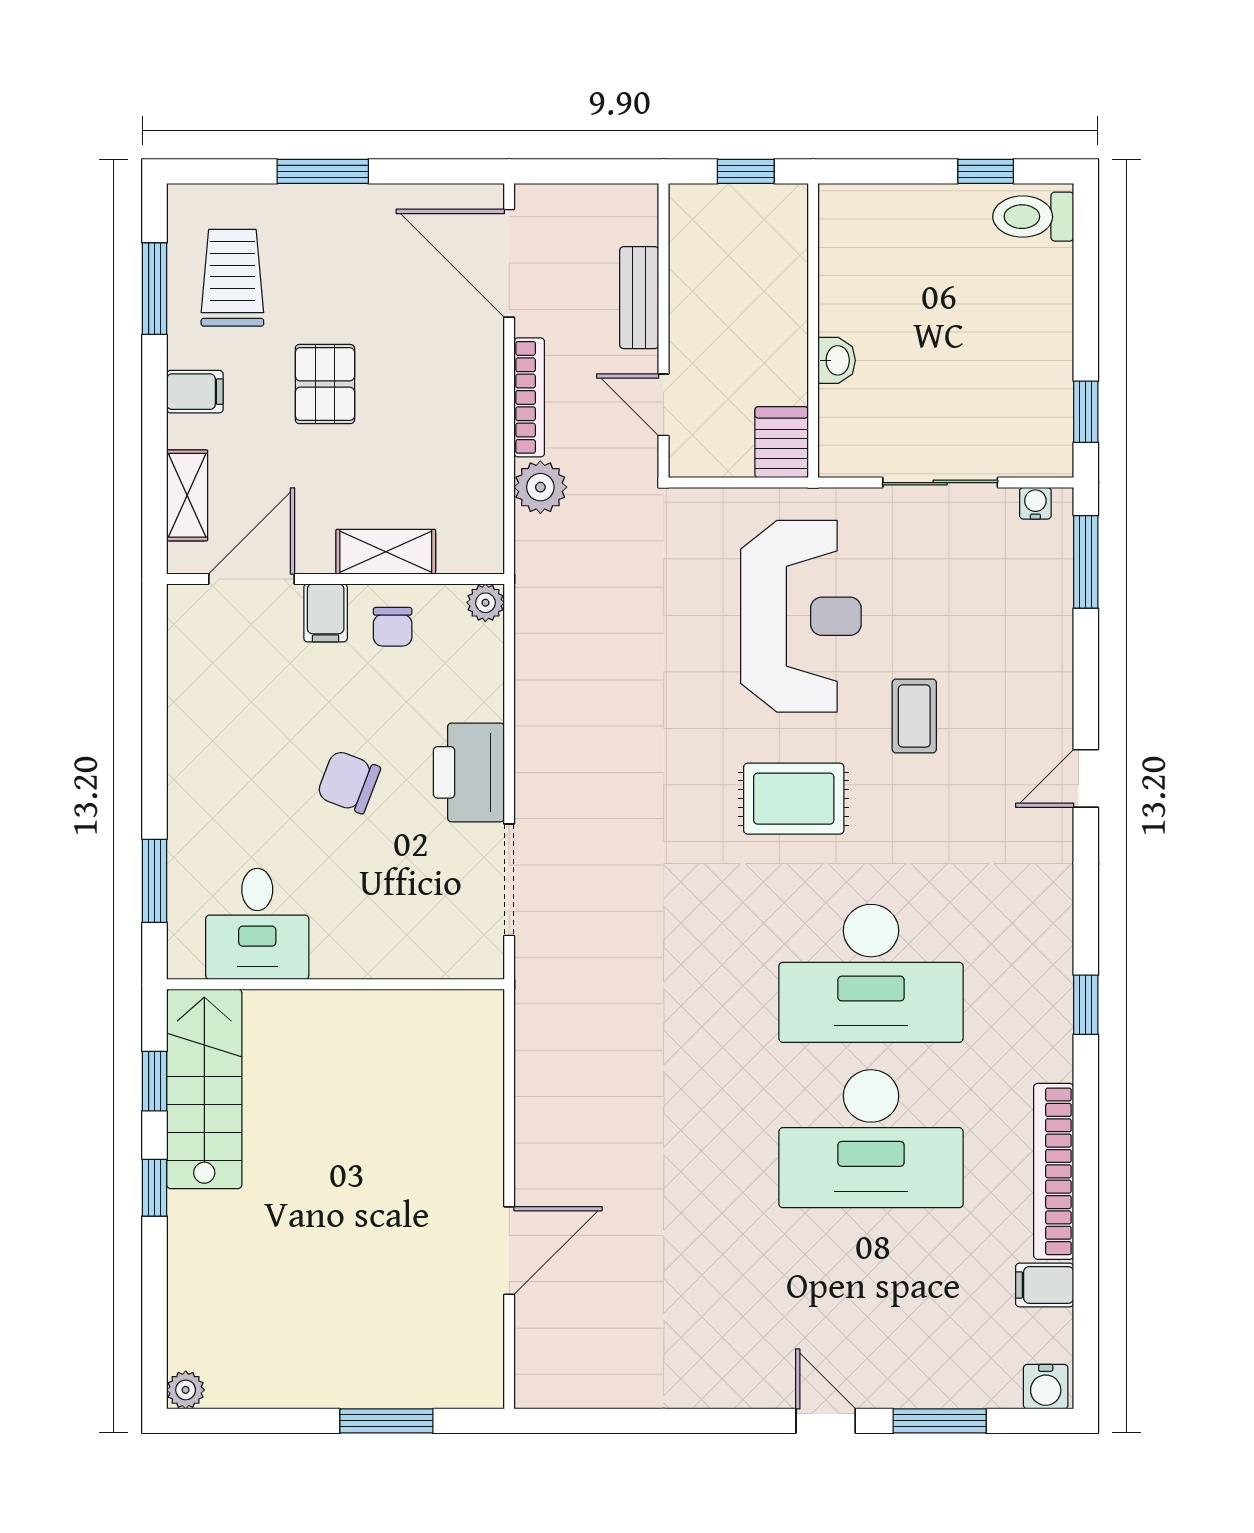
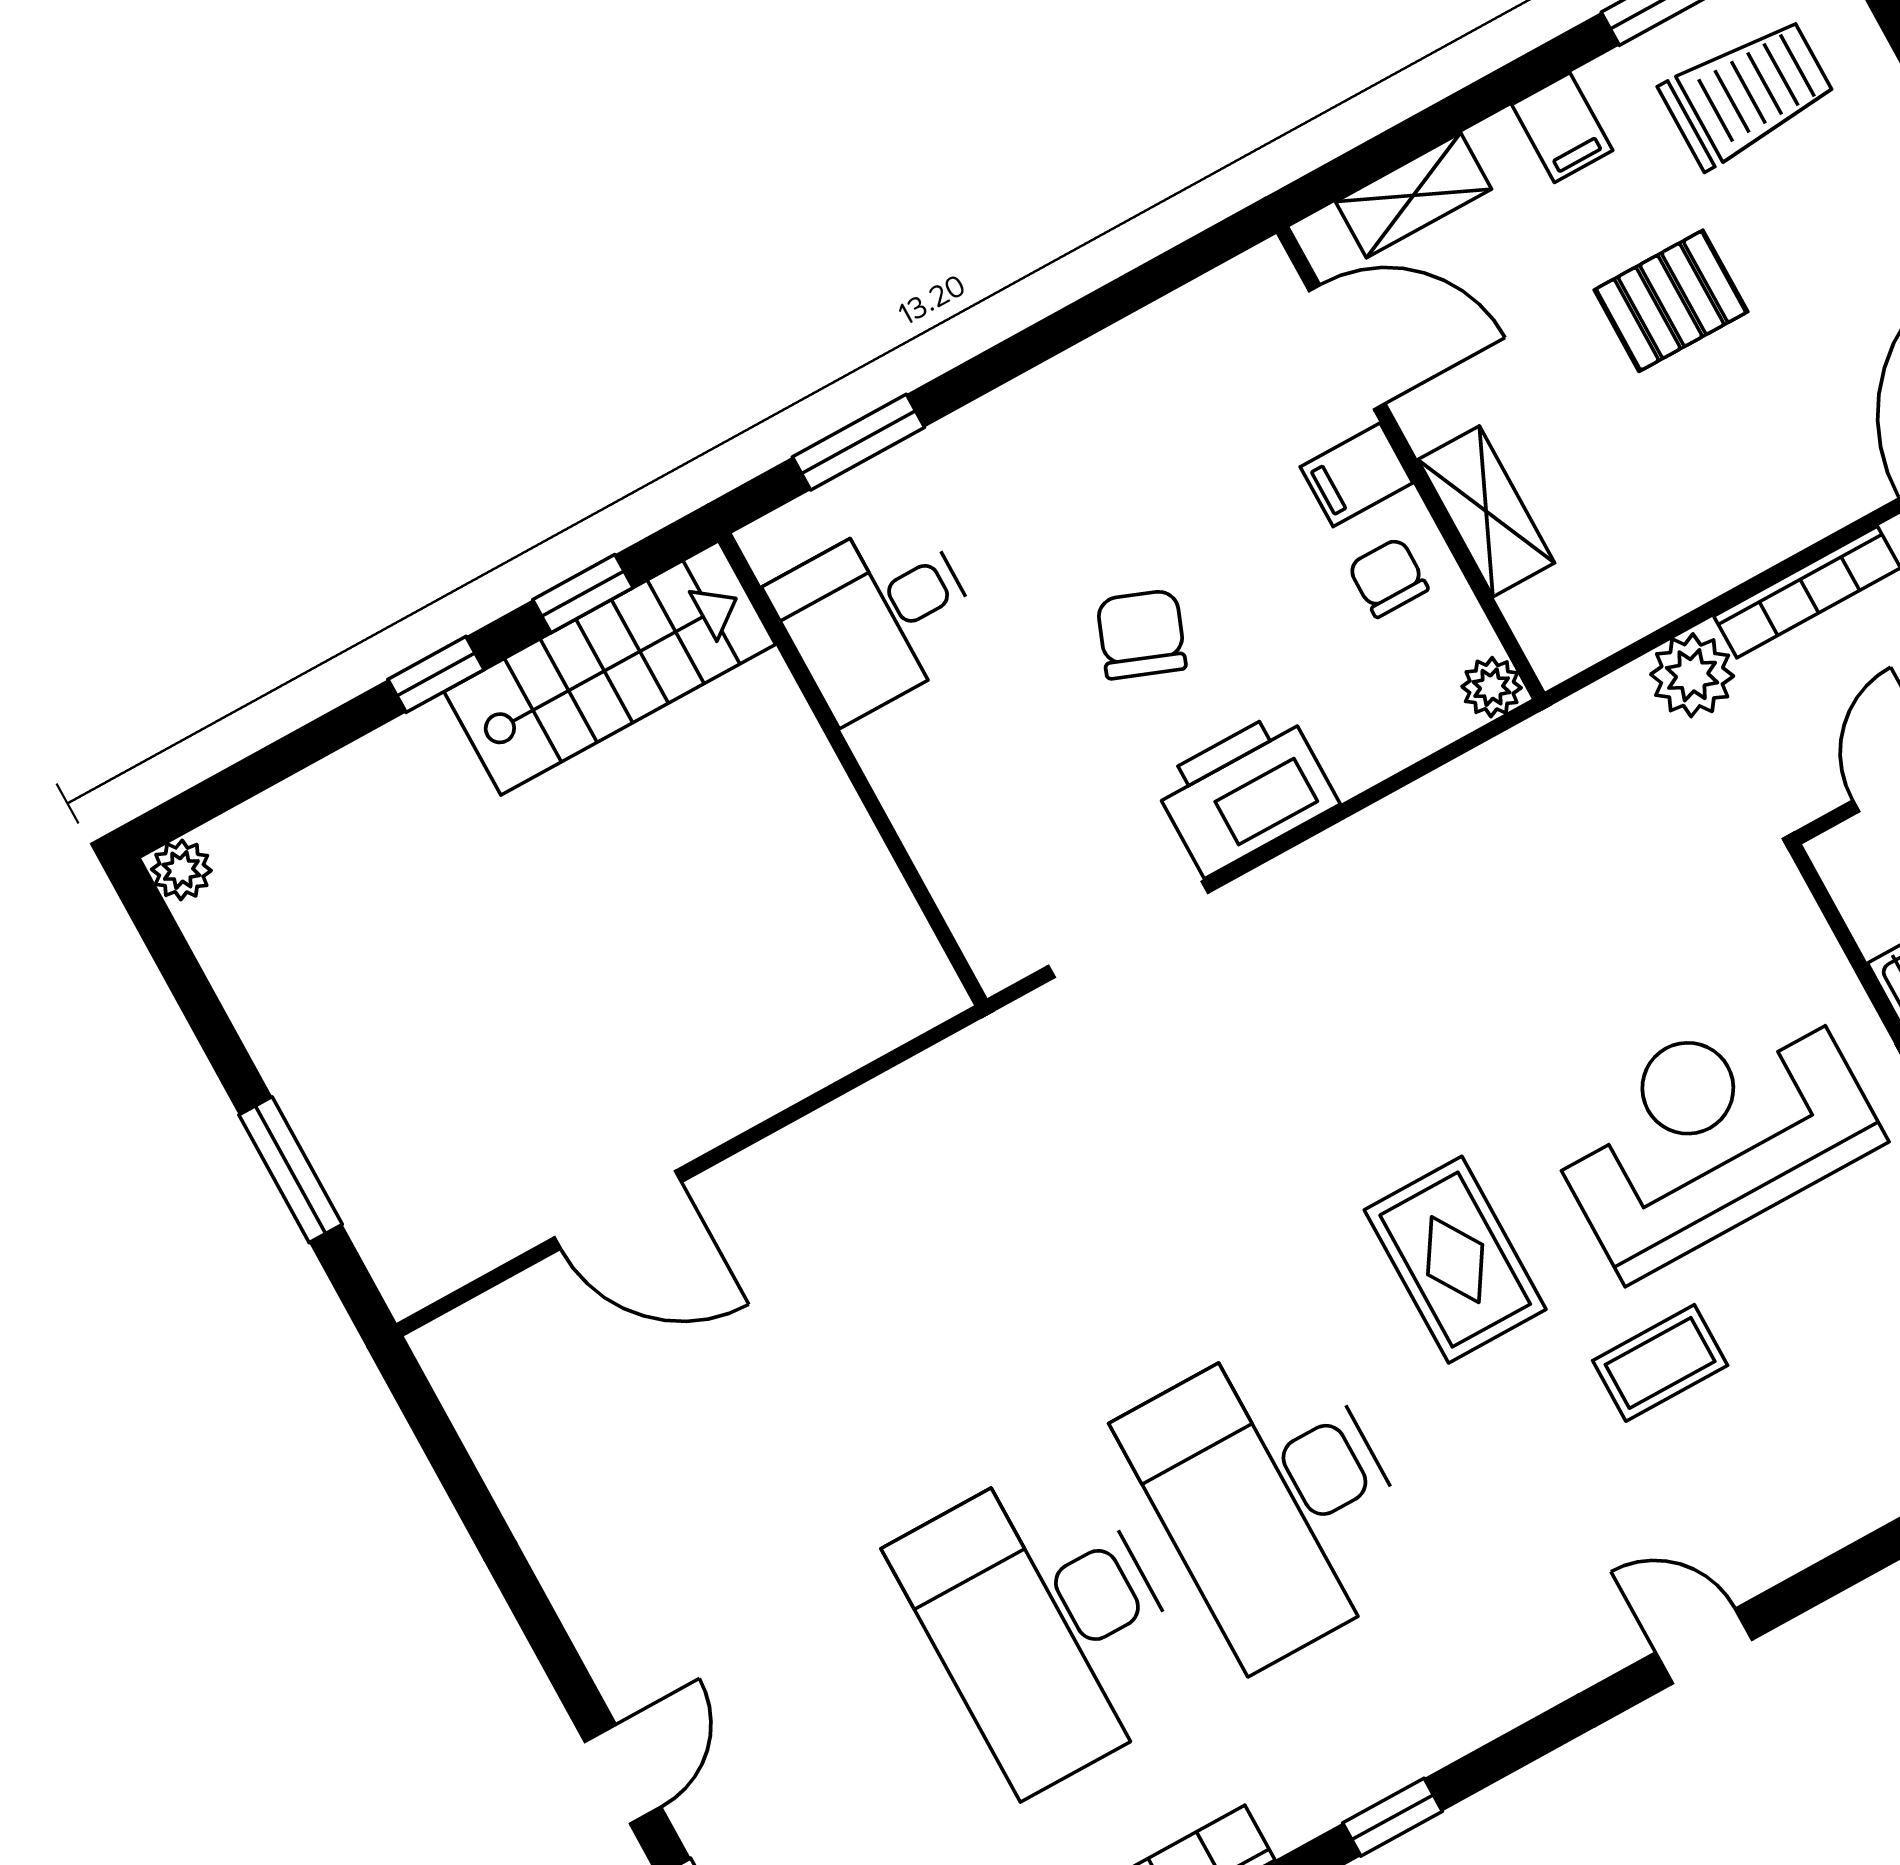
reception desk: (801, 616) -> (1712, 1131), turned 180
chair: (393, 627) -> (1388, 577), turned 90

